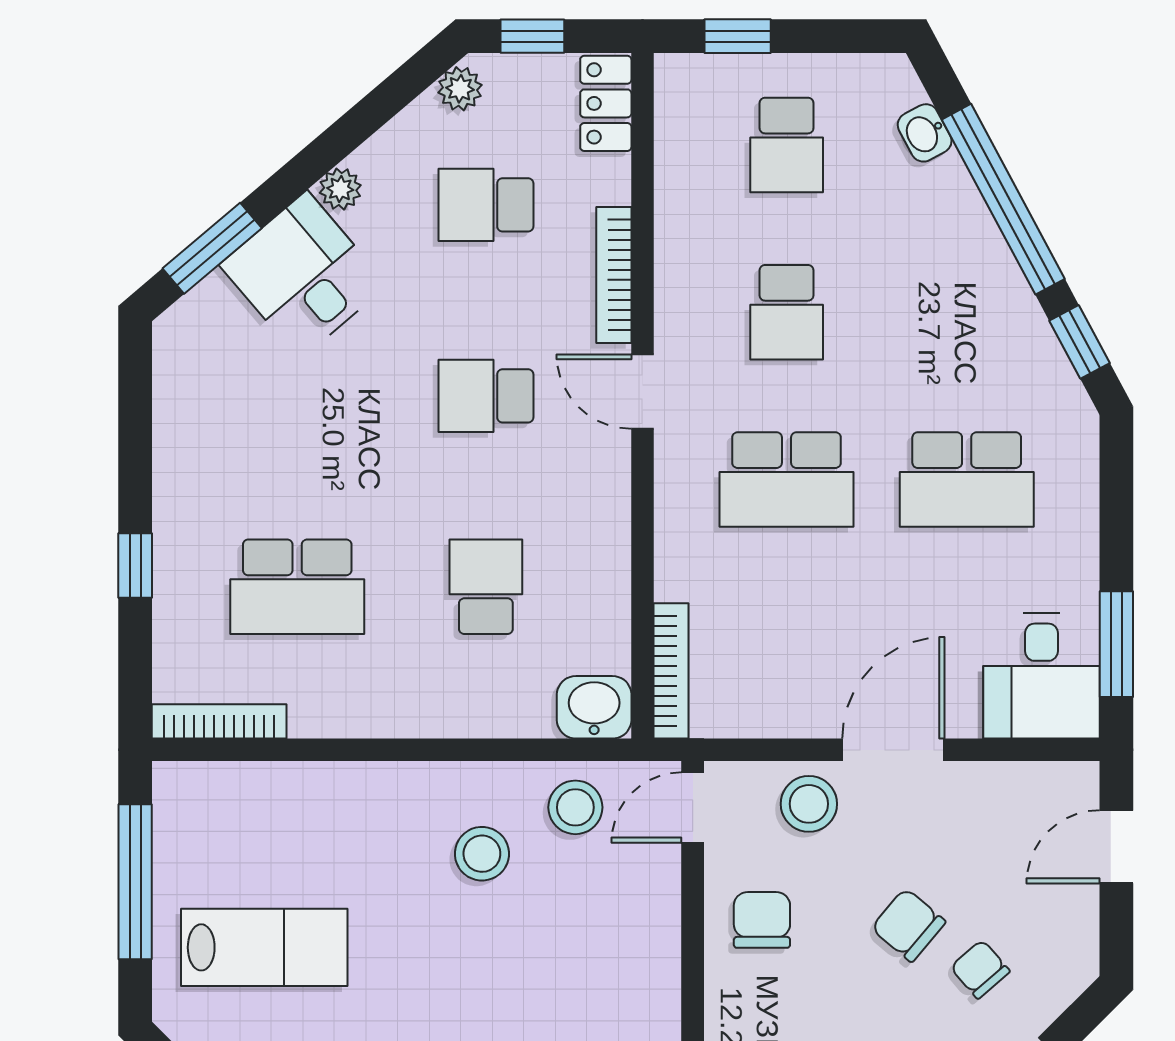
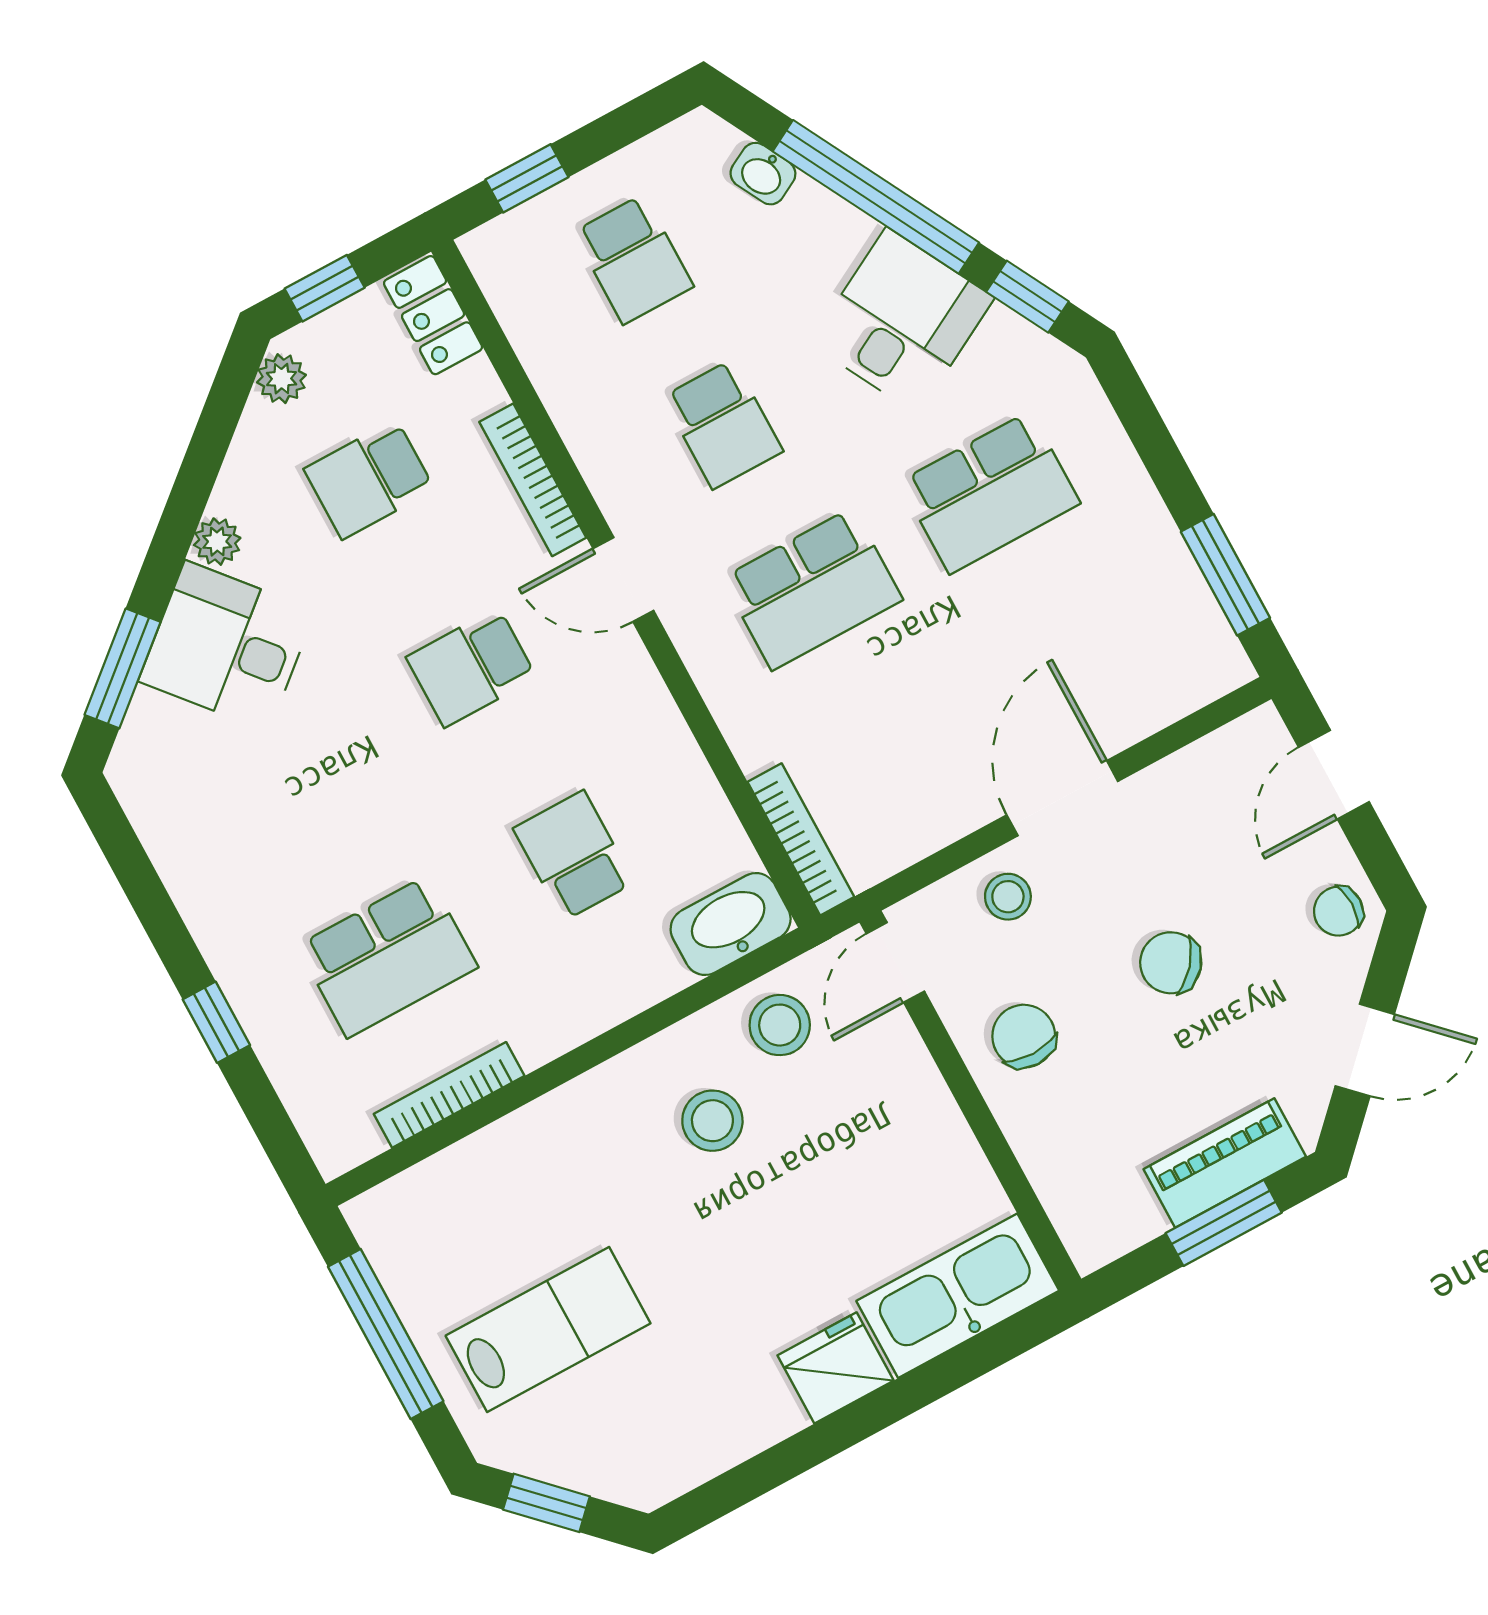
desk: (1041, 676) -> (902, 321), moved, turned -118
washbasin: (594, 707) -> (731, 924), width x1.38
bookcase: (219, 721) -> (449, 1095), moved
stool: (809, 804) -> (1008, 897), width x0.73, depth x0.73
chair: (980, 969) -> (1338, 911), moved, turned -49

